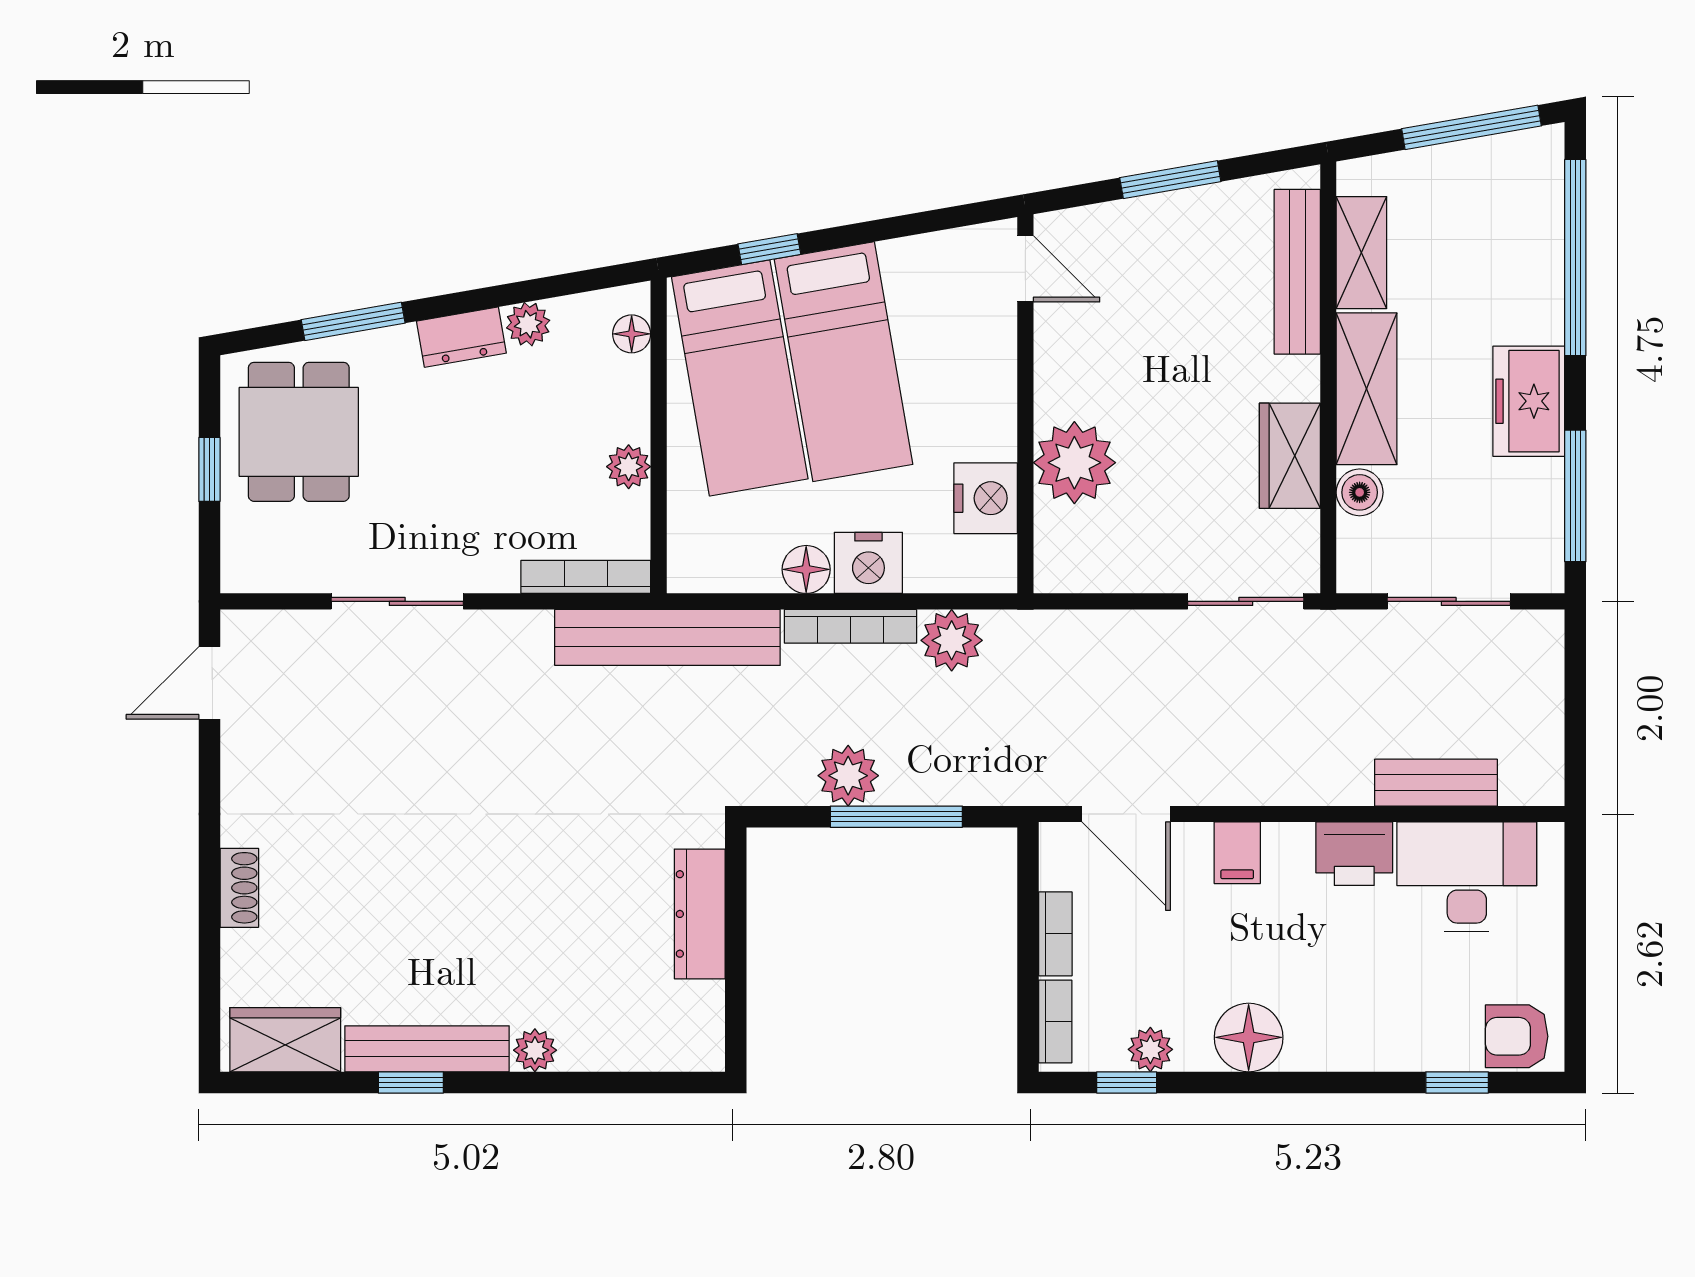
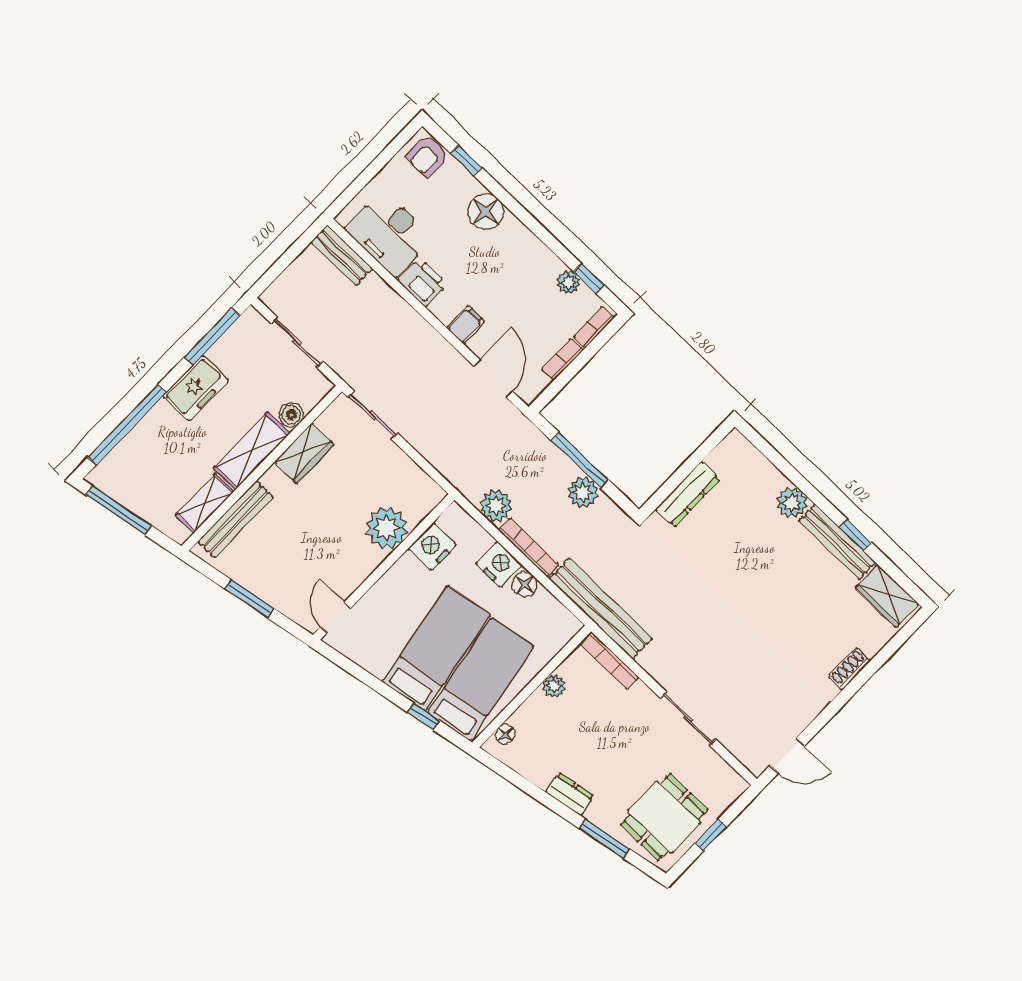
plant: (528, 324) -> (540, 775), removed
bench: (1436, 783) -> (342, 255), moved
armchair: (1517, 1036) -> (427, 156), turned 90
floor lamp: (1249, 1037) -> (486, 212), moved
plant: (535, 1050) -> (792, 503), width x1.38, depth x1.38

